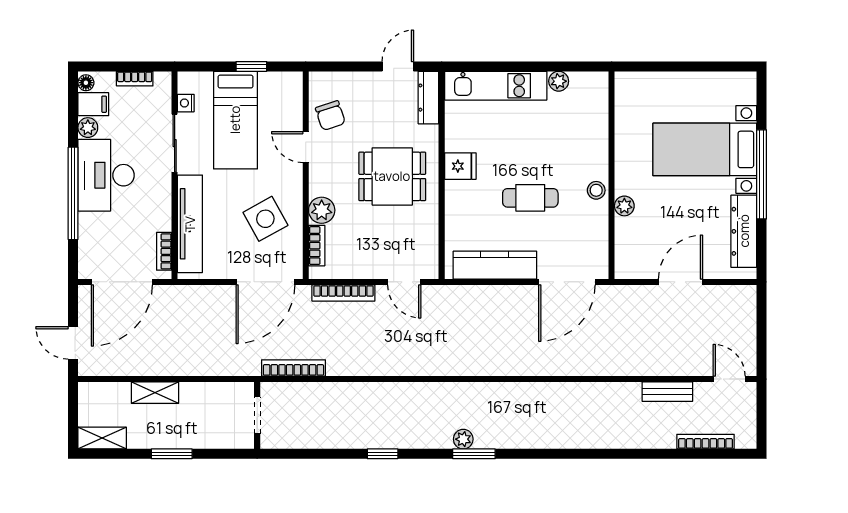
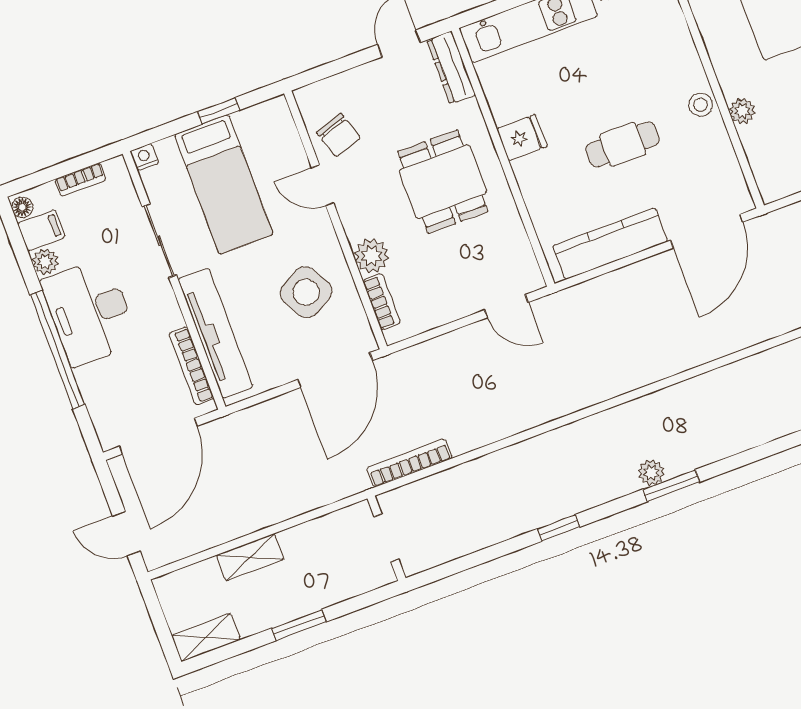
nightstand: (186, 103) -> (144, 157), moved, turned 90
dining table: (392, 176) -> (443, 182), turned 90
bookcase: (164, 251) -> (191, 366), width x1.56
bookcase: (343, 293) -> (436, 348), removed

